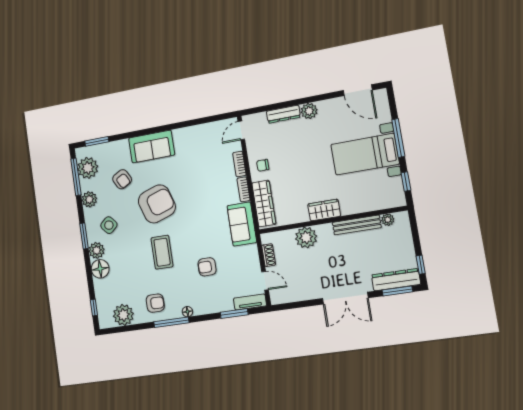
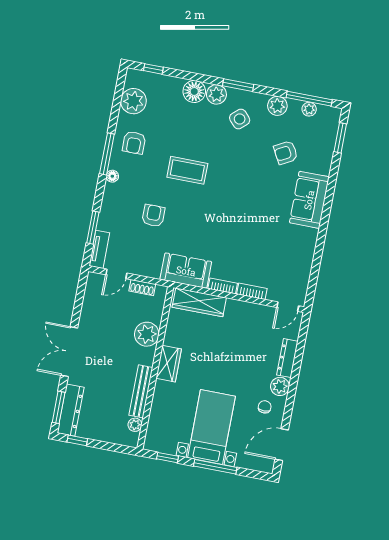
door: (241, 130) -> (288, 307), swing flipped
chair: (263, 165) -> (265, 407), moved
plant: (88, 168) -> (309, 109), width x0.53, depth x0.53
armchair: (157, 204) -> (243, 183), removed

